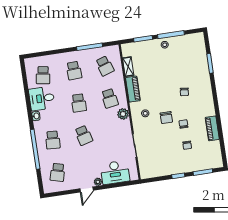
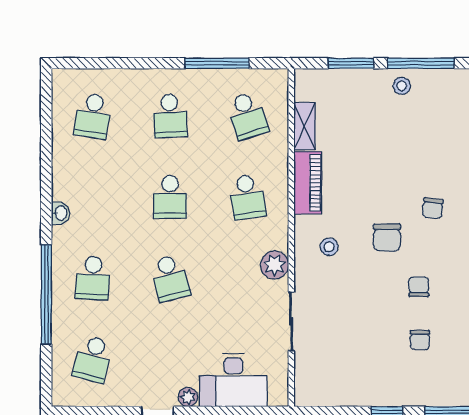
desk: (42, 98) -> (81, 172), removed
plant: (123, 114) -> (275, 265), moved
chair: (166, 118) -> (387, 238), moved

